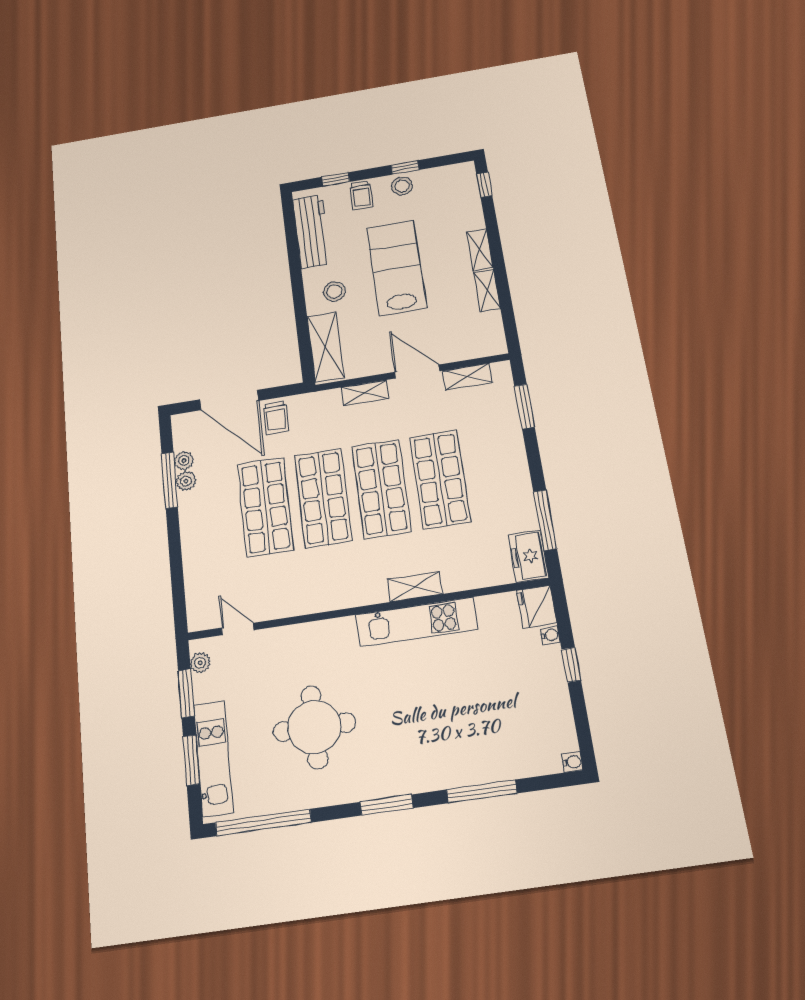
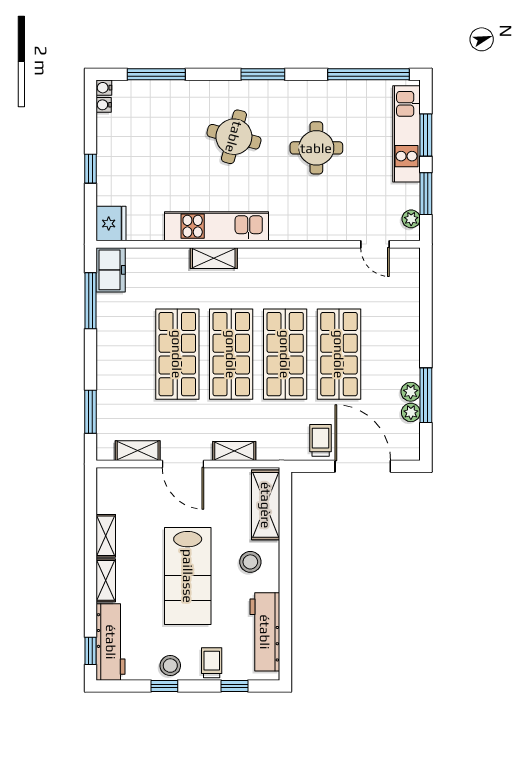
workbench: (465, 196) -> (111, 642), added
water cooler: (550, 635) -> (104, 105), moved
round table: (411, 726) -> (234, 137), added
round table: (314, 727) -> (316, 148), width x0.73, depth x0.73
window: (482, 791) -> (156, 74), moved

